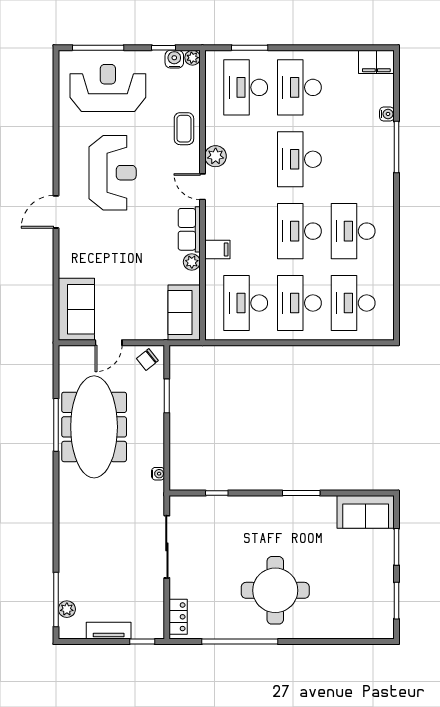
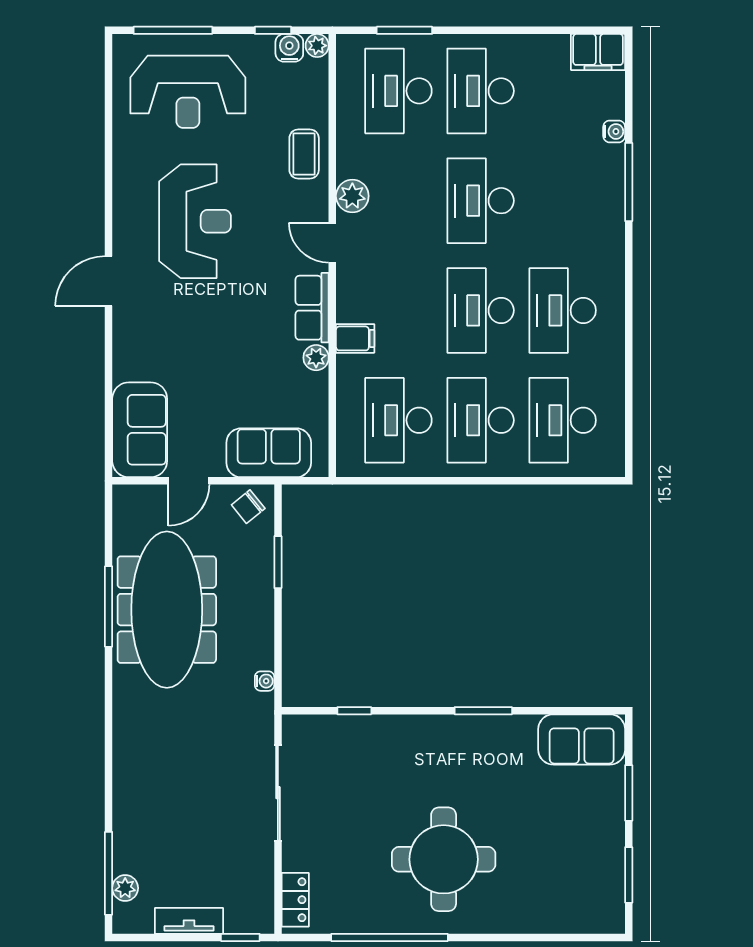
reception desk: (108, 88) -> (188, 92), turned 180
sofa: (184, 313) -> (269, 453), moved, turned 90

